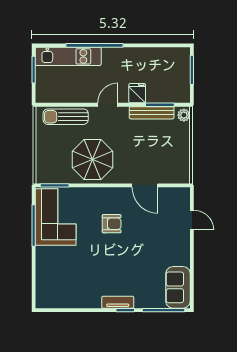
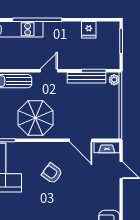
fridge: (137, 93) -> (89, 30), moved, turned 180
fireplace: (175, 194) -> (107, 147), added
armchair: (112, 224) -> (52, 173), turned -144

